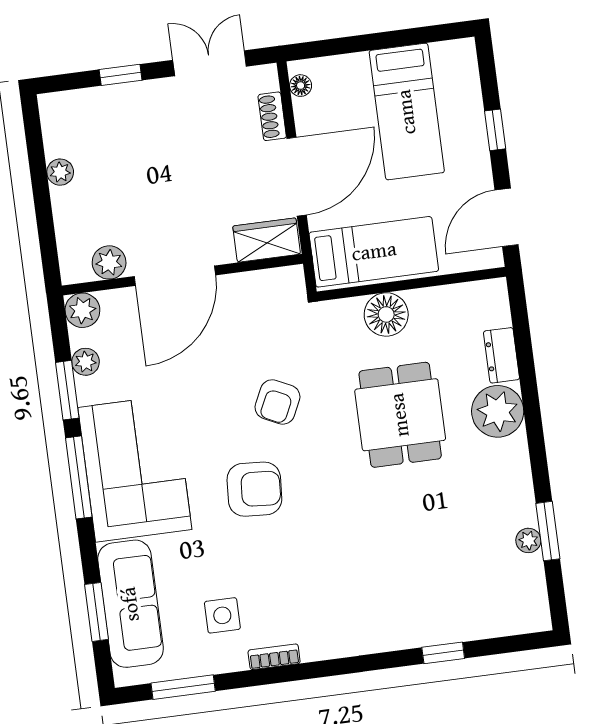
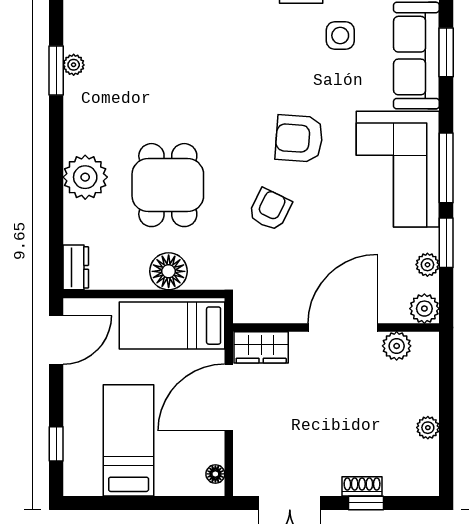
shoe rack: (272, 116) -> (362, 486), moved, turned -90
window: (495, 130) -> (56, 444), moved
dresser: (501, 355) -> (76, 267), moved

